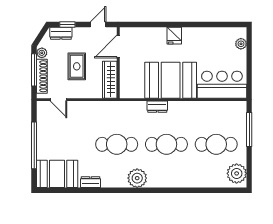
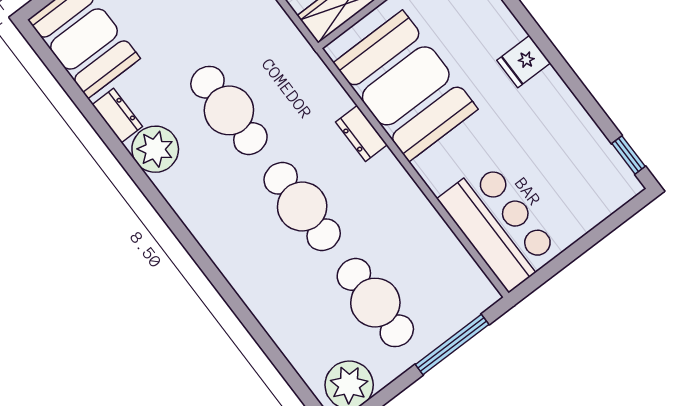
window: (231, 24) -> (629, 155), added
plant: (241, 44) -> (606, 203), removed
booth: (171, 80) -> (406, 86), moved
plant: (137, 178) -> (155, 149), moved

